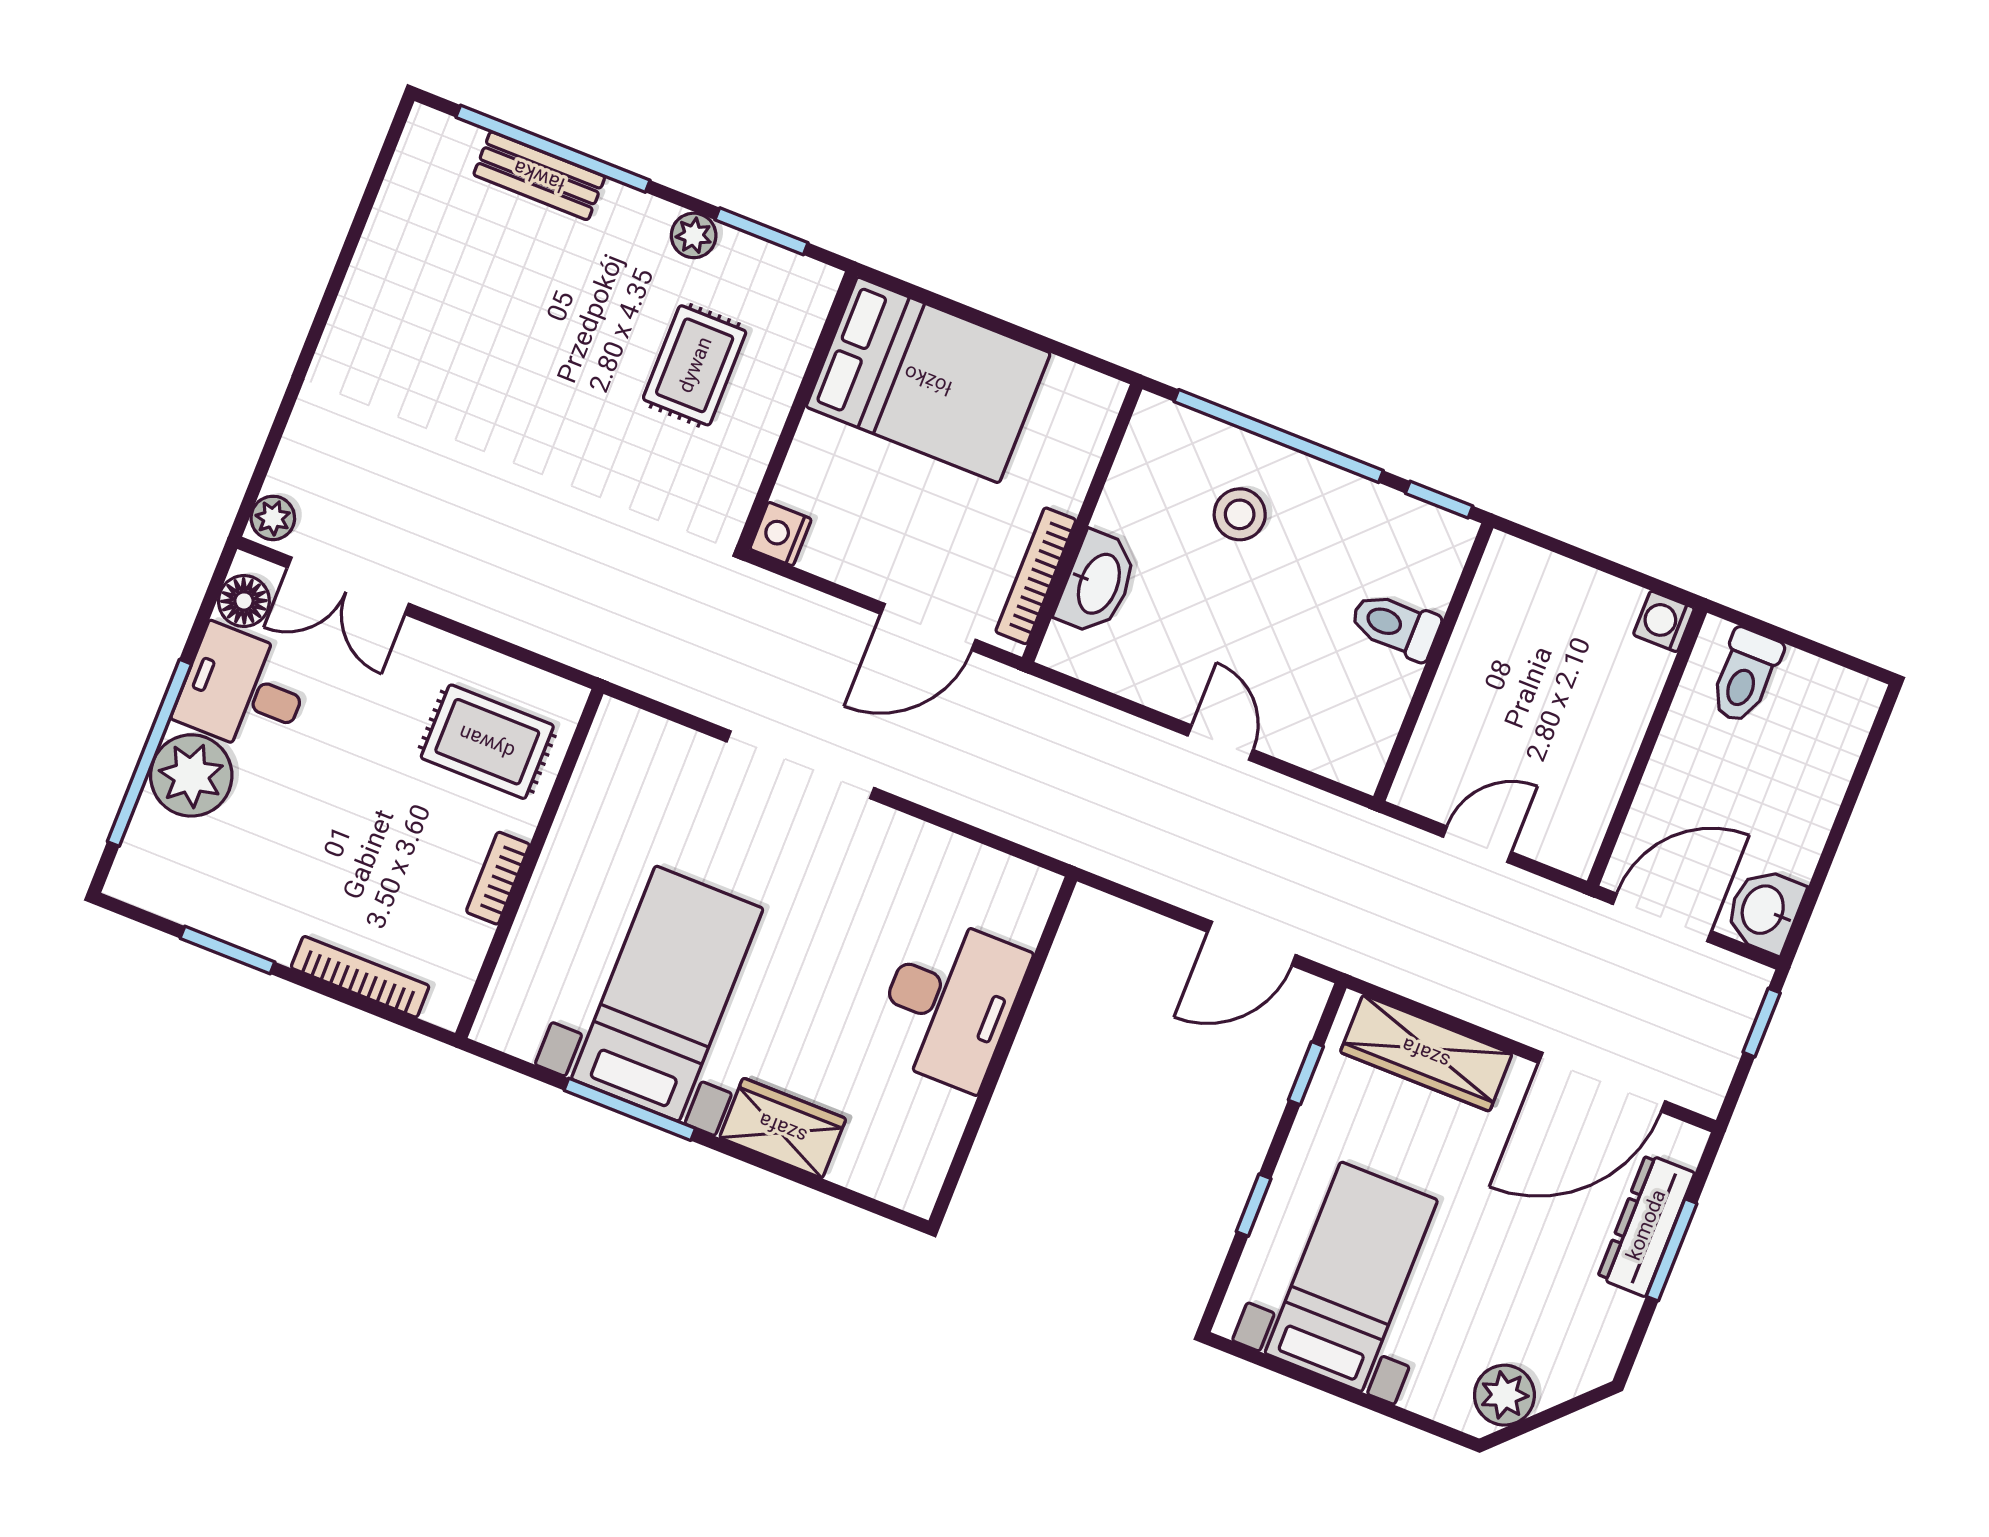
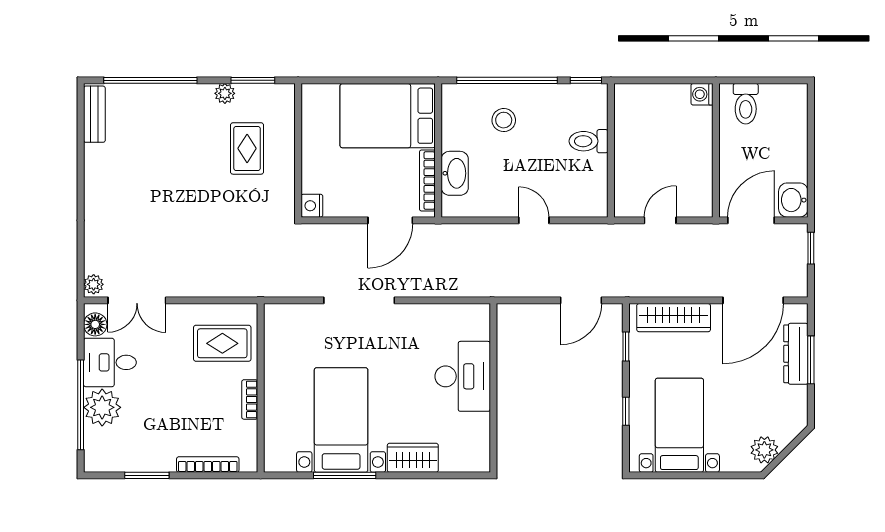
bench: (539, 176) -> (94, 114), moved, turned 90
bed: (928, 380) -> (388, 116), moved, turned 180

